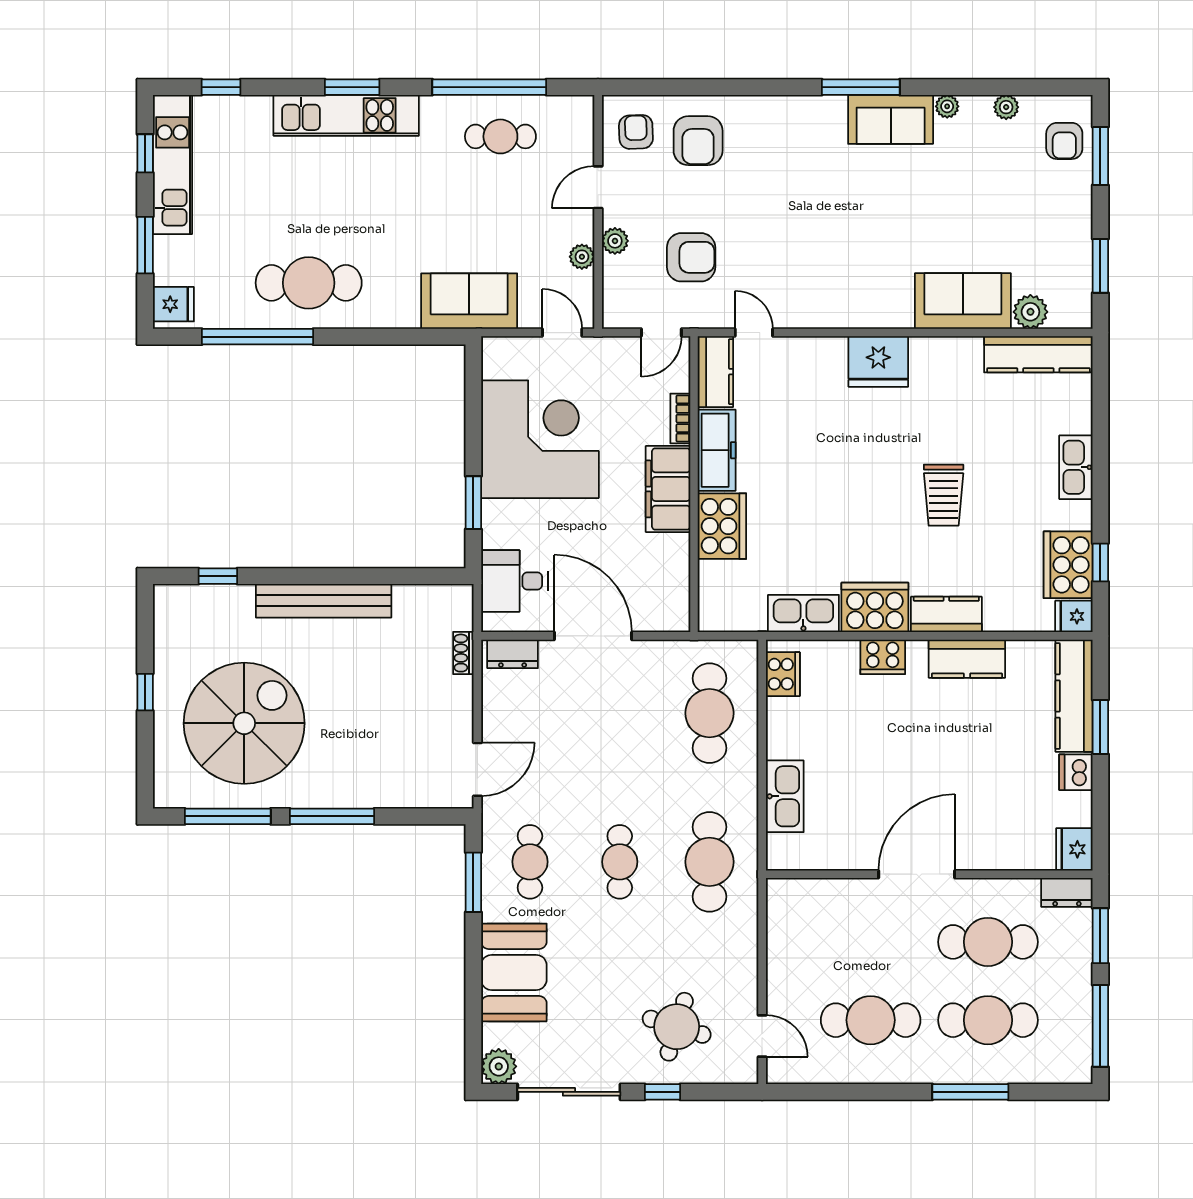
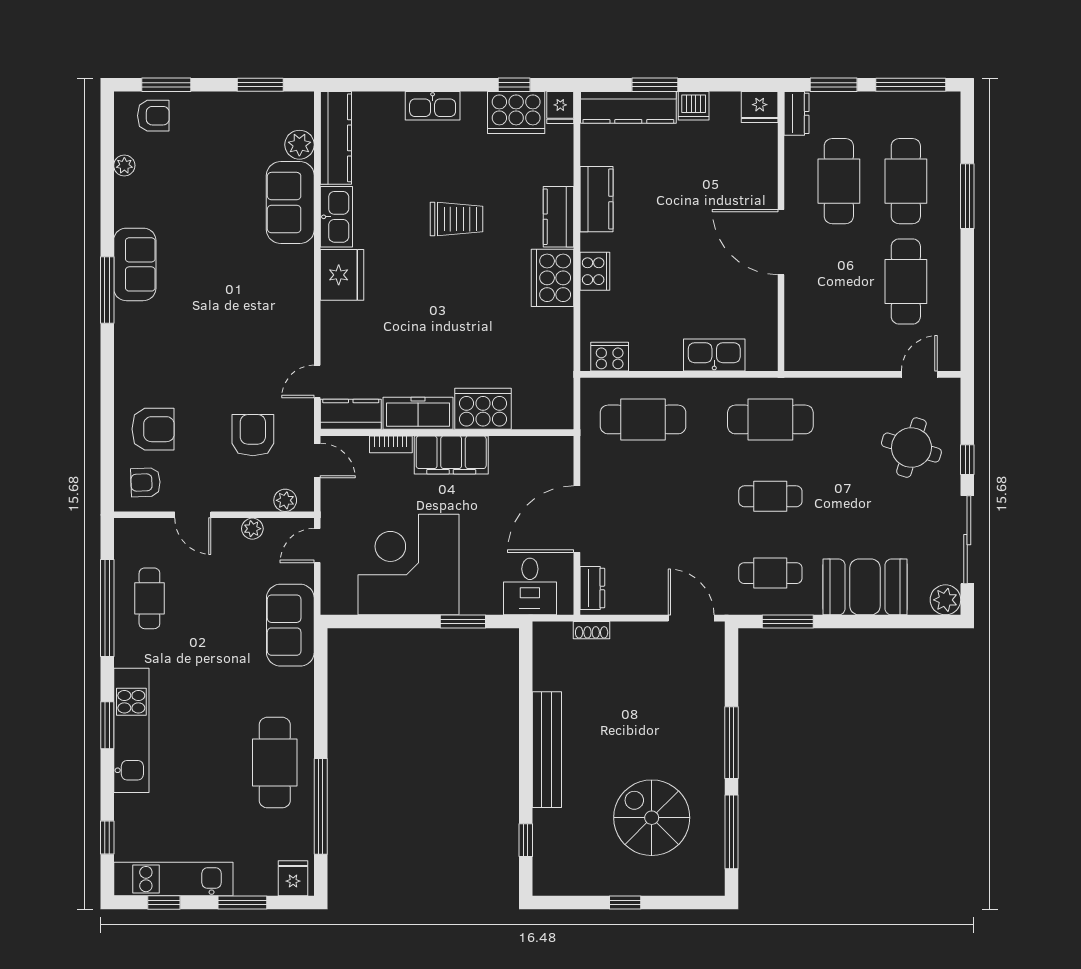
plant: (947, 106) -> (124, 216), removed
plant: (615, 241) -> (285, 500), moved
kitchen sink: (803, 613) -> (336, 217), moved, turned 180
spiral stairs: (244, 723) -> (652, 818), width x0.73, depth x0.73

